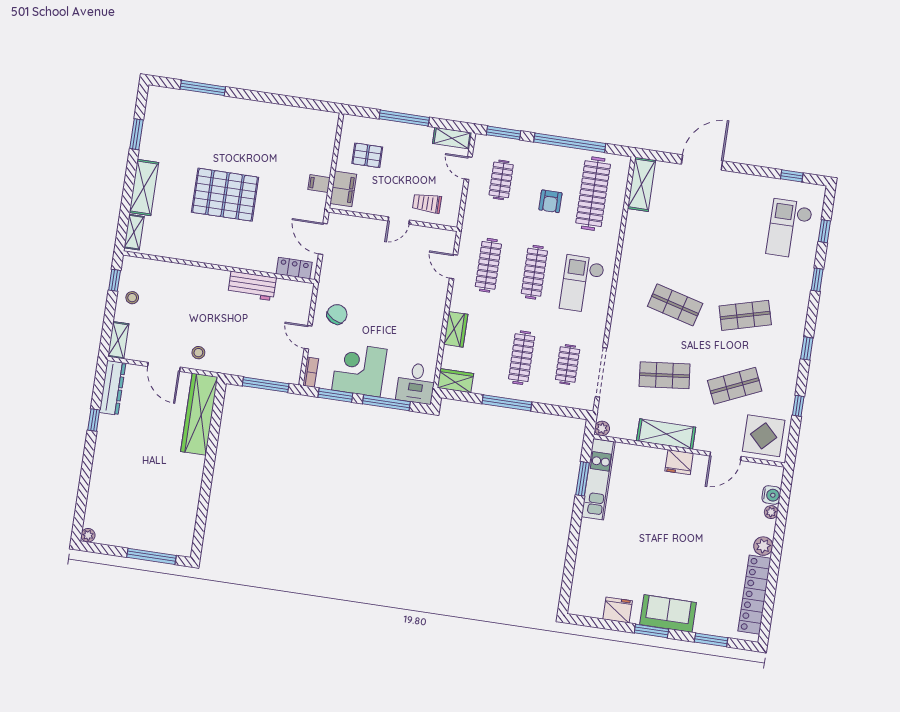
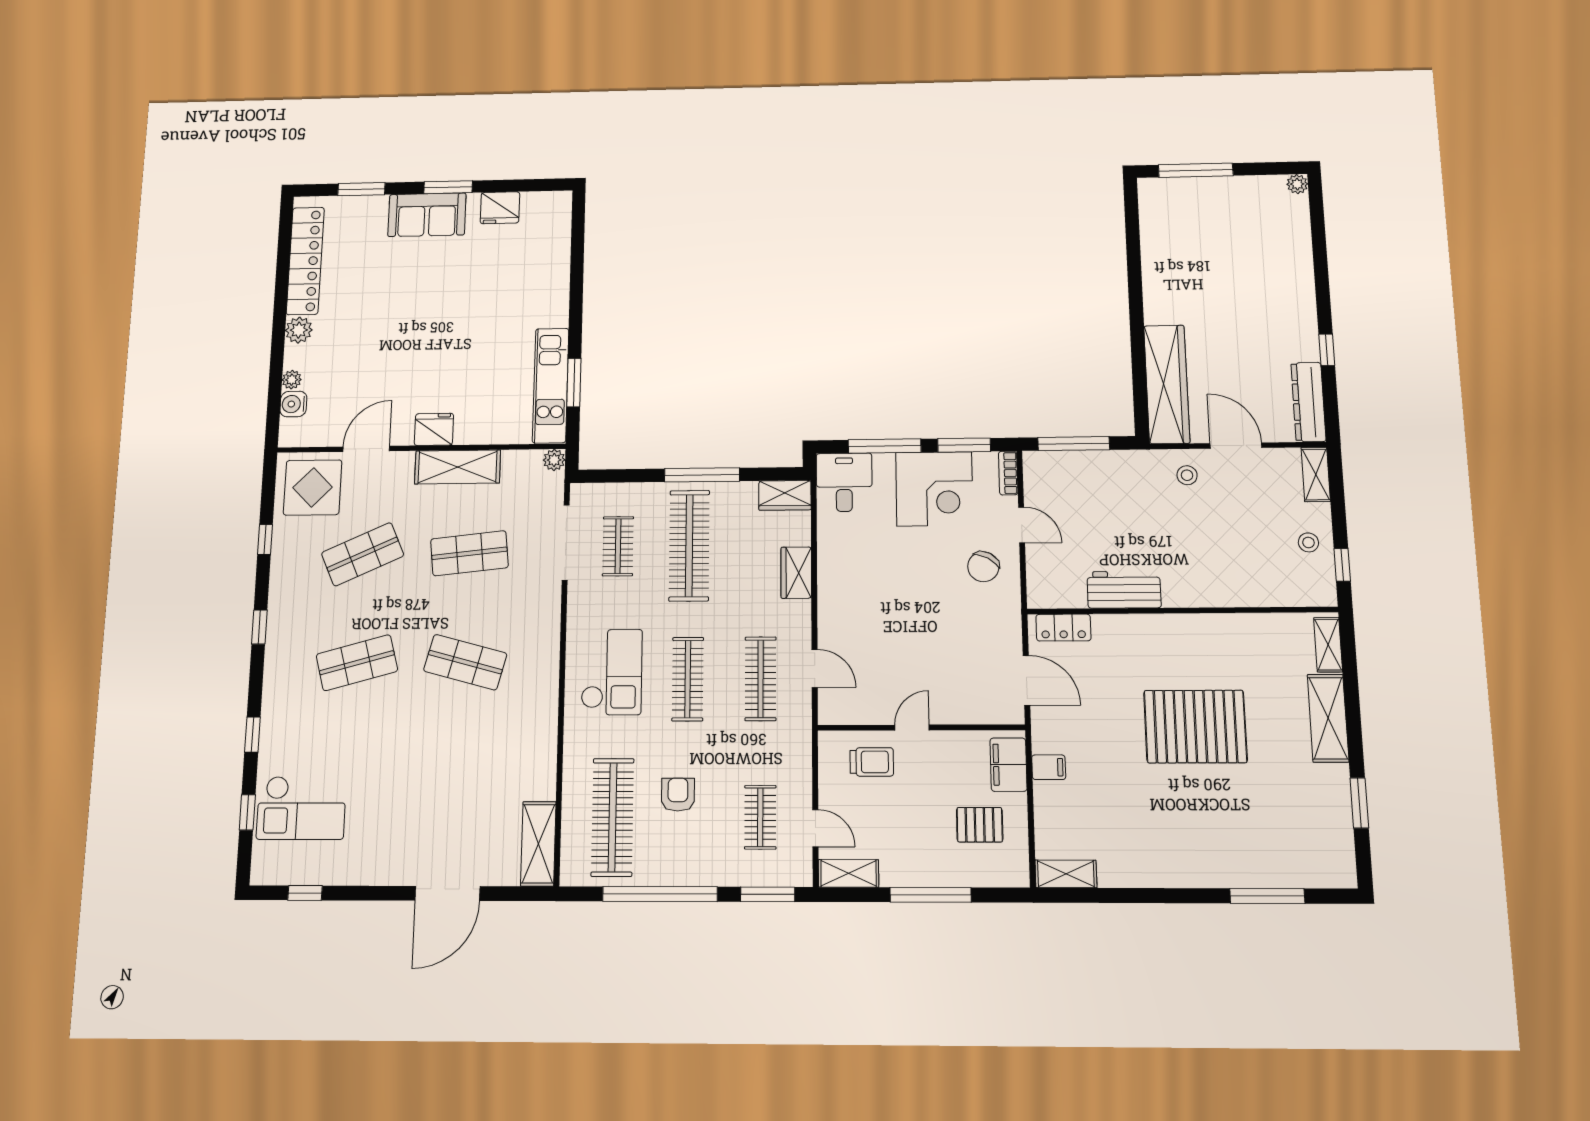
shelving: (320, 118) -> (1066, 874), added
checkout: (789, 229) -> (301, 808), turned 90
clothes rail: (522, 358) -> (689, 546), width x1.37, depth x1.31

